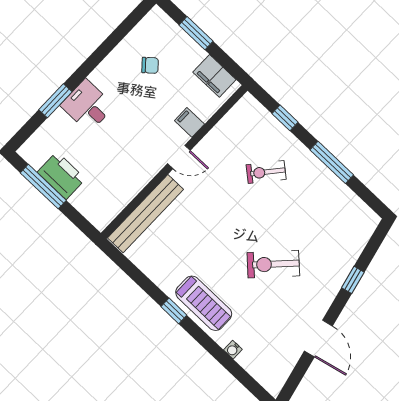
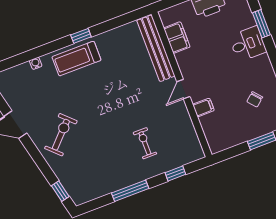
filing cabinet: (214, 76) -> (177, 38), moved, turned 90
exercise bike: (266, 172) -> (145, 143), turned -40
exercise bike: (273, 264) -> (61, 135), moved
window: (353, 280) -> (60, 191), moved

